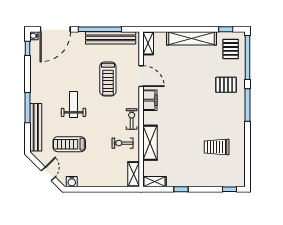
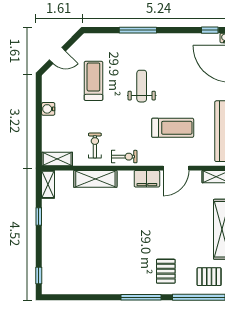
treadmill: (108, 79) -> (173, 128), turned 180
weight bench: (73, 104) -> (142, 86), turned -90
bench: (36, 127) -> (114, 40), removed
trolley: (217, 147) -> (90, 260), removed
water cooler: (72, 182) -> (48, 109), moved

